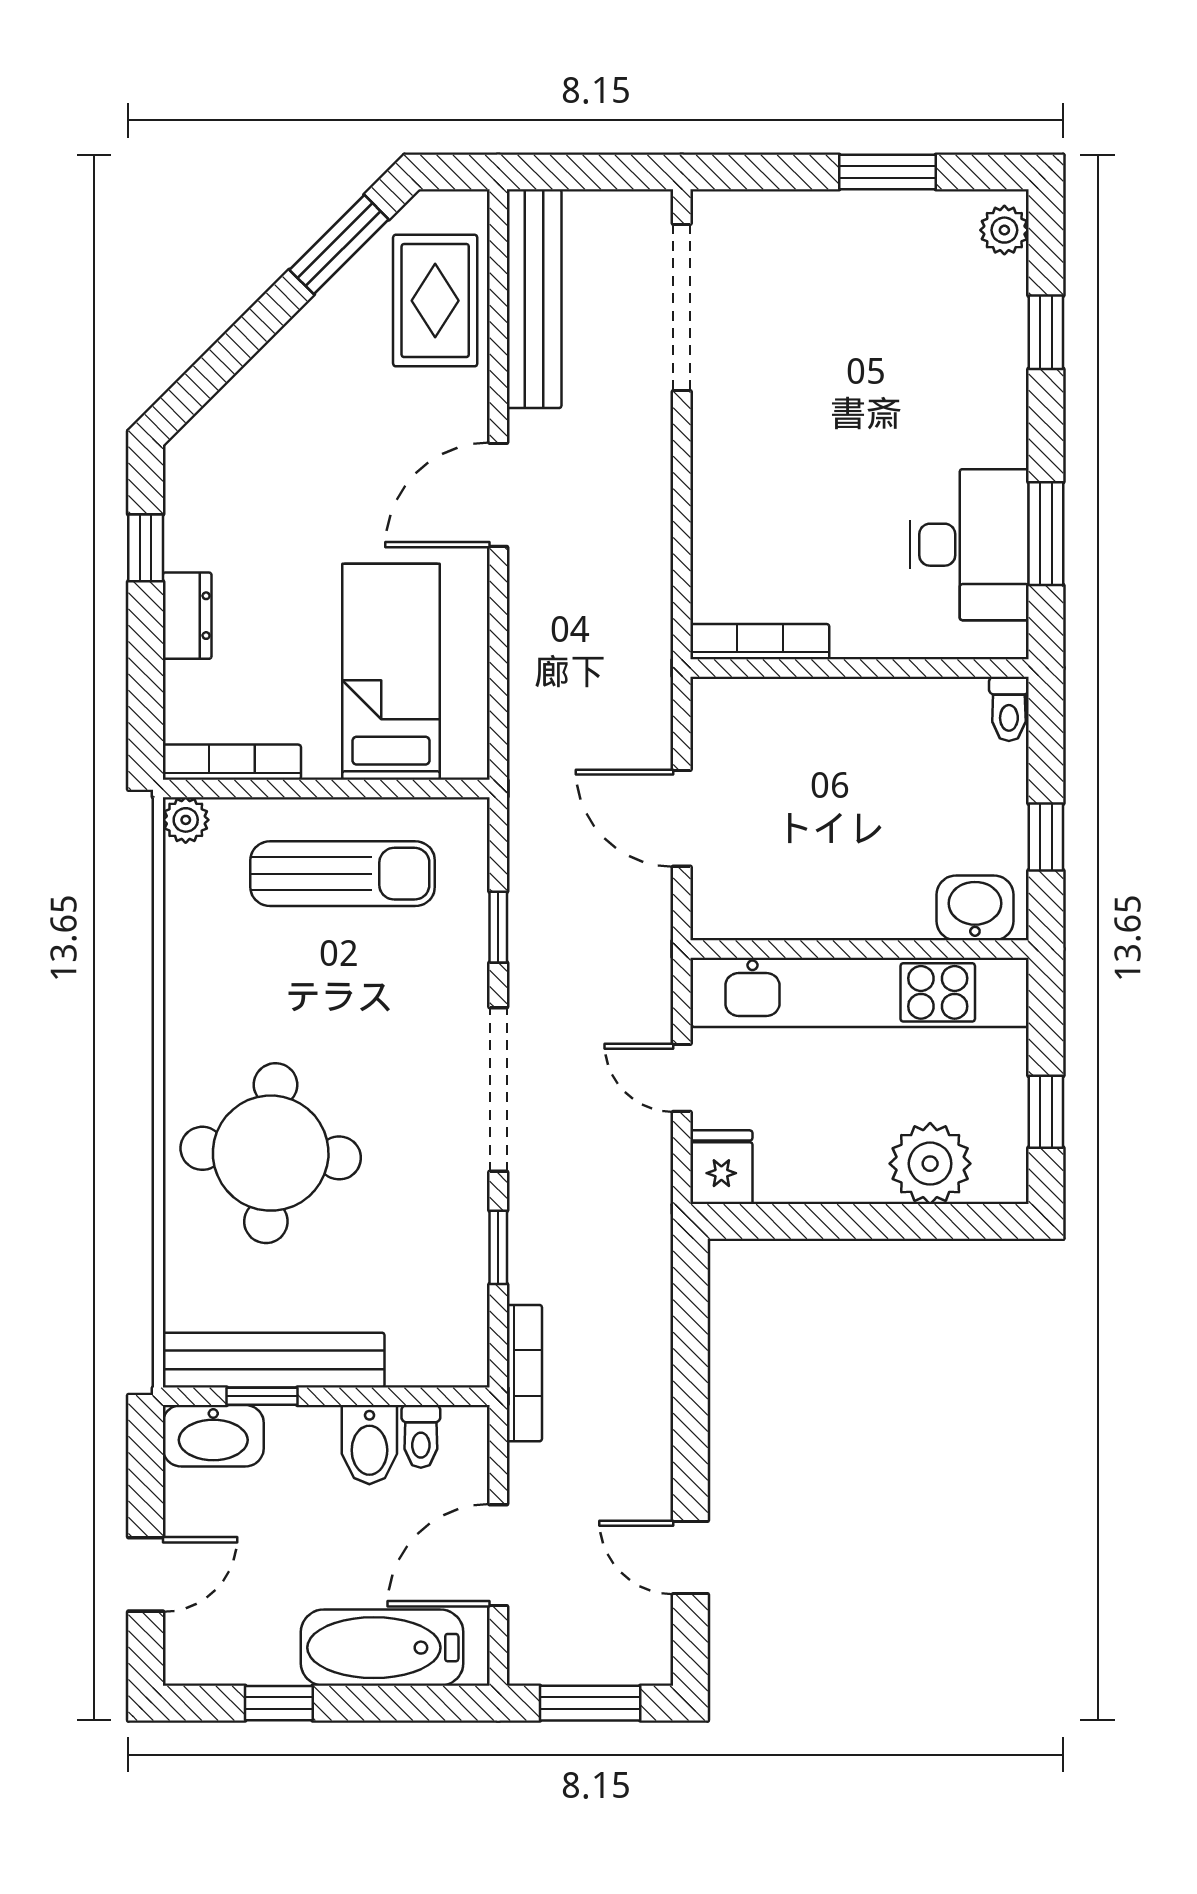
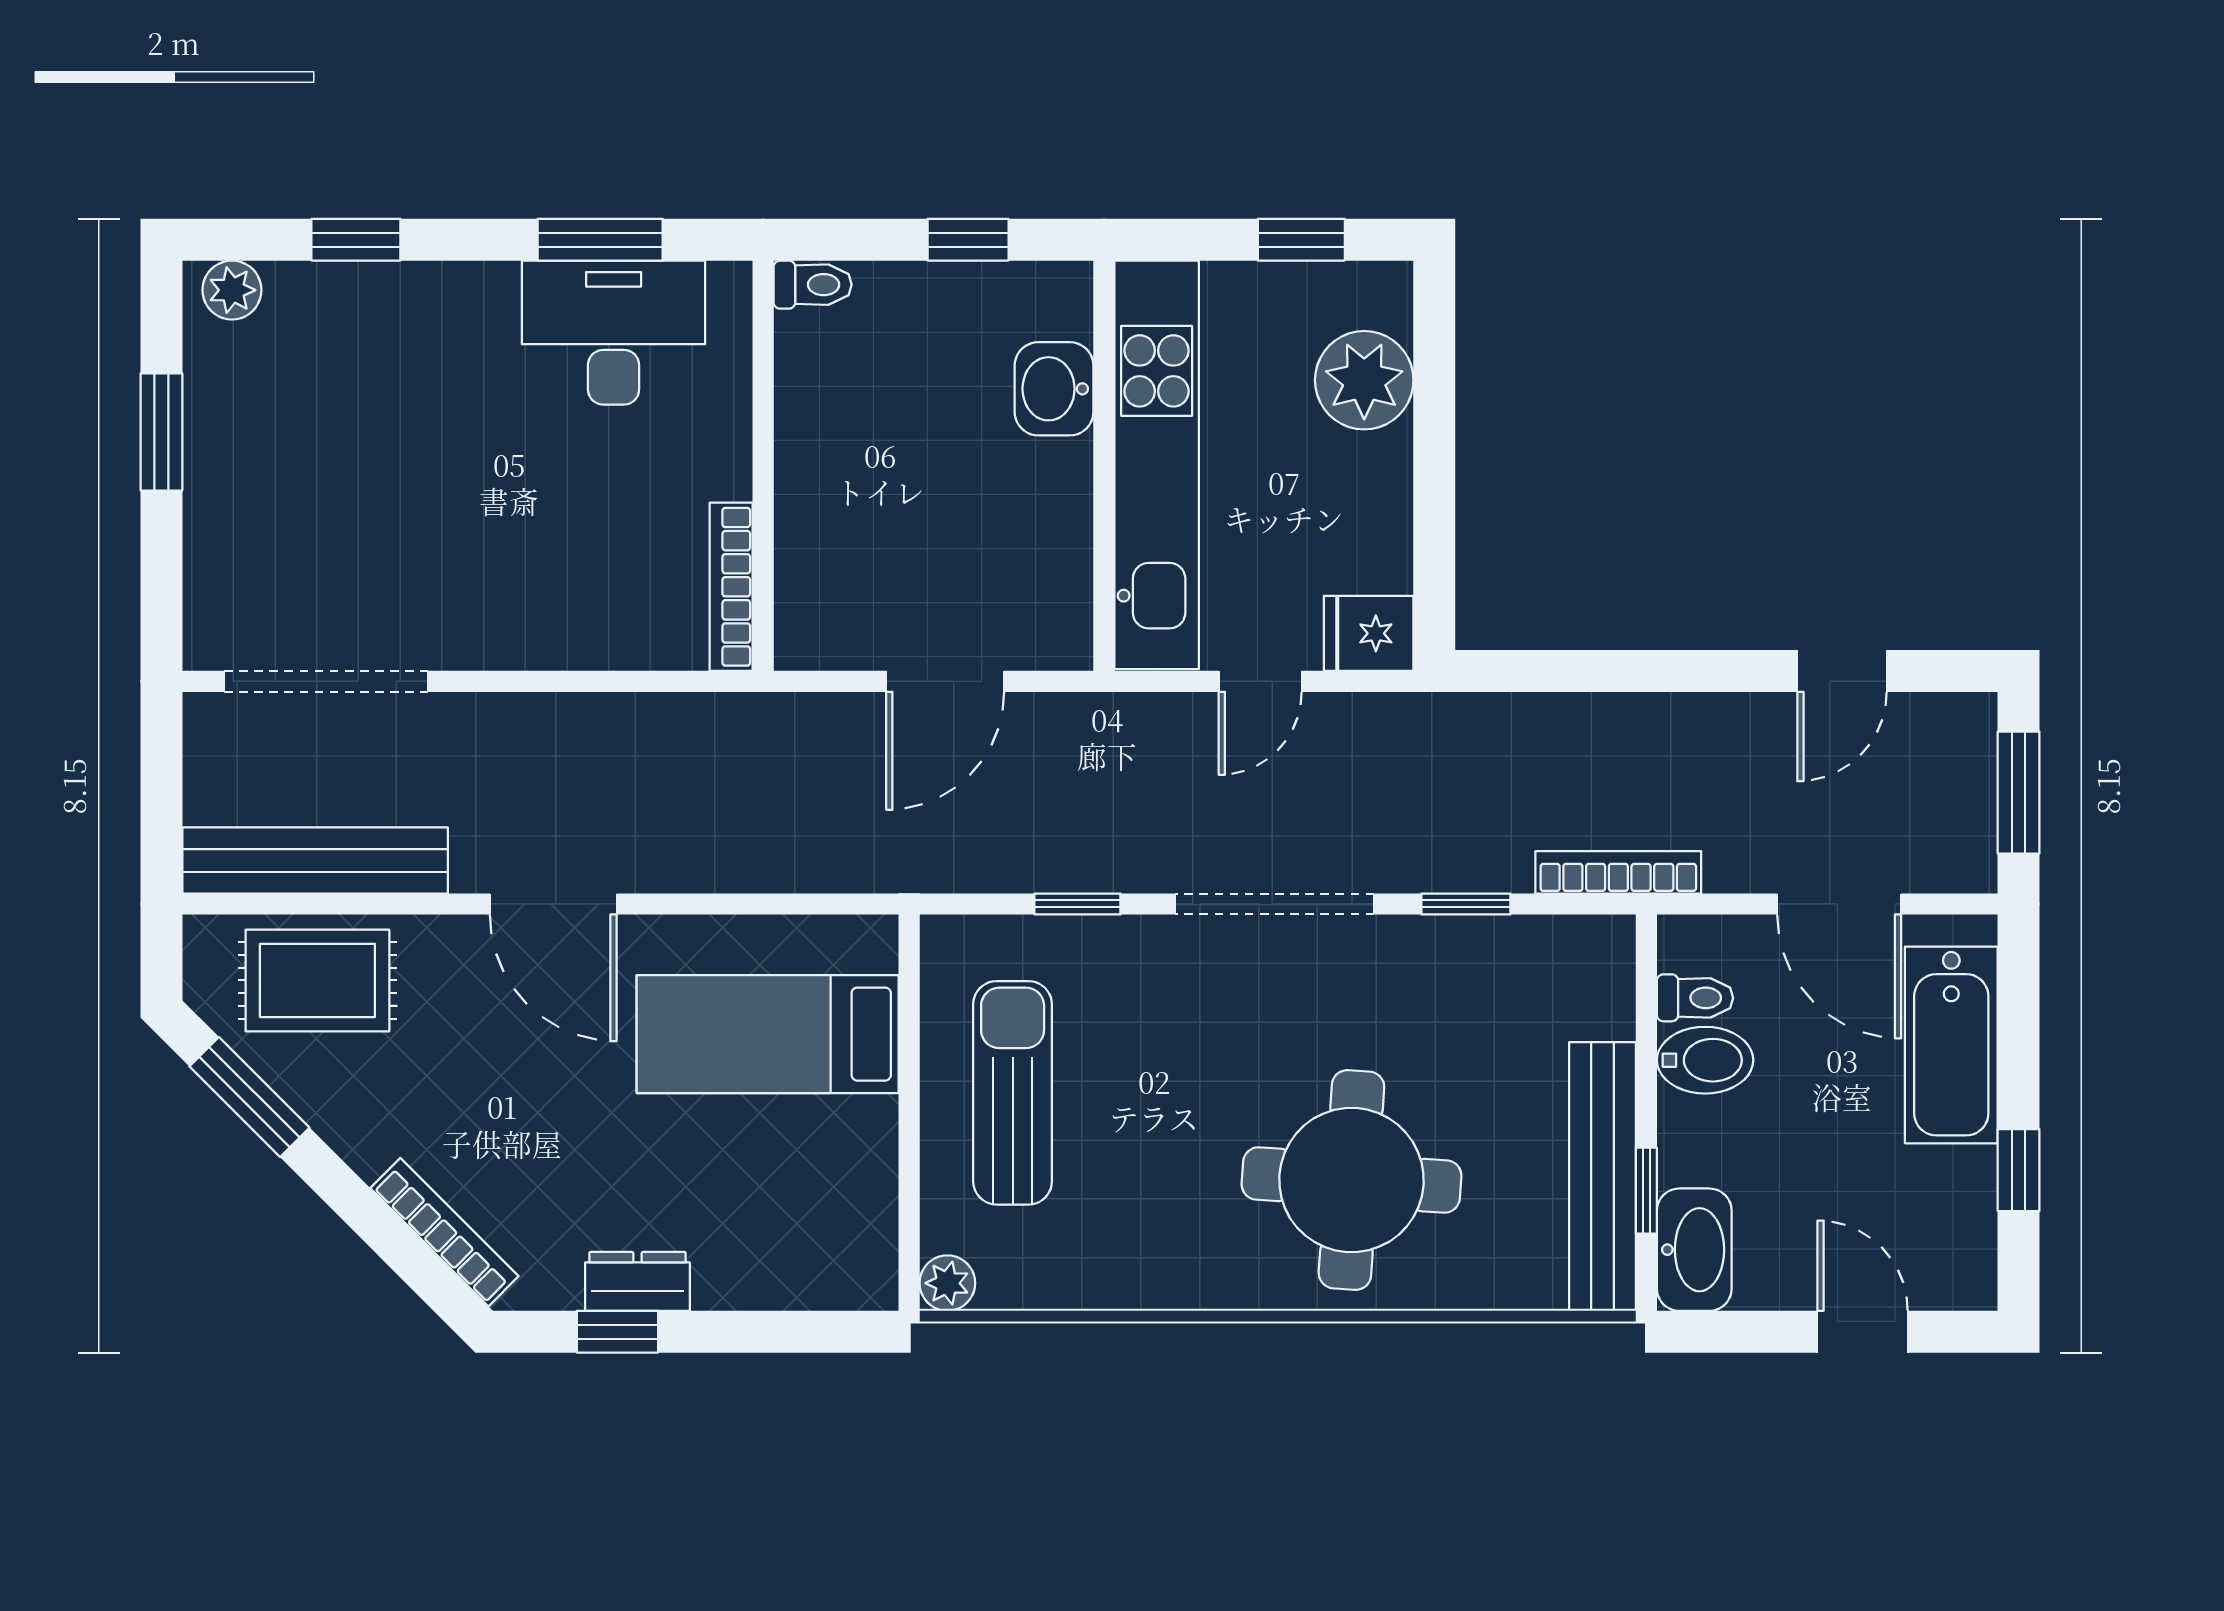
dresser: (187, 616) -> (638, 1281), moved
bookcase: (232, 762) -> (444, 1232), moved, turned 135
washbasin: (975, 908) -> (1054, 389), moved

